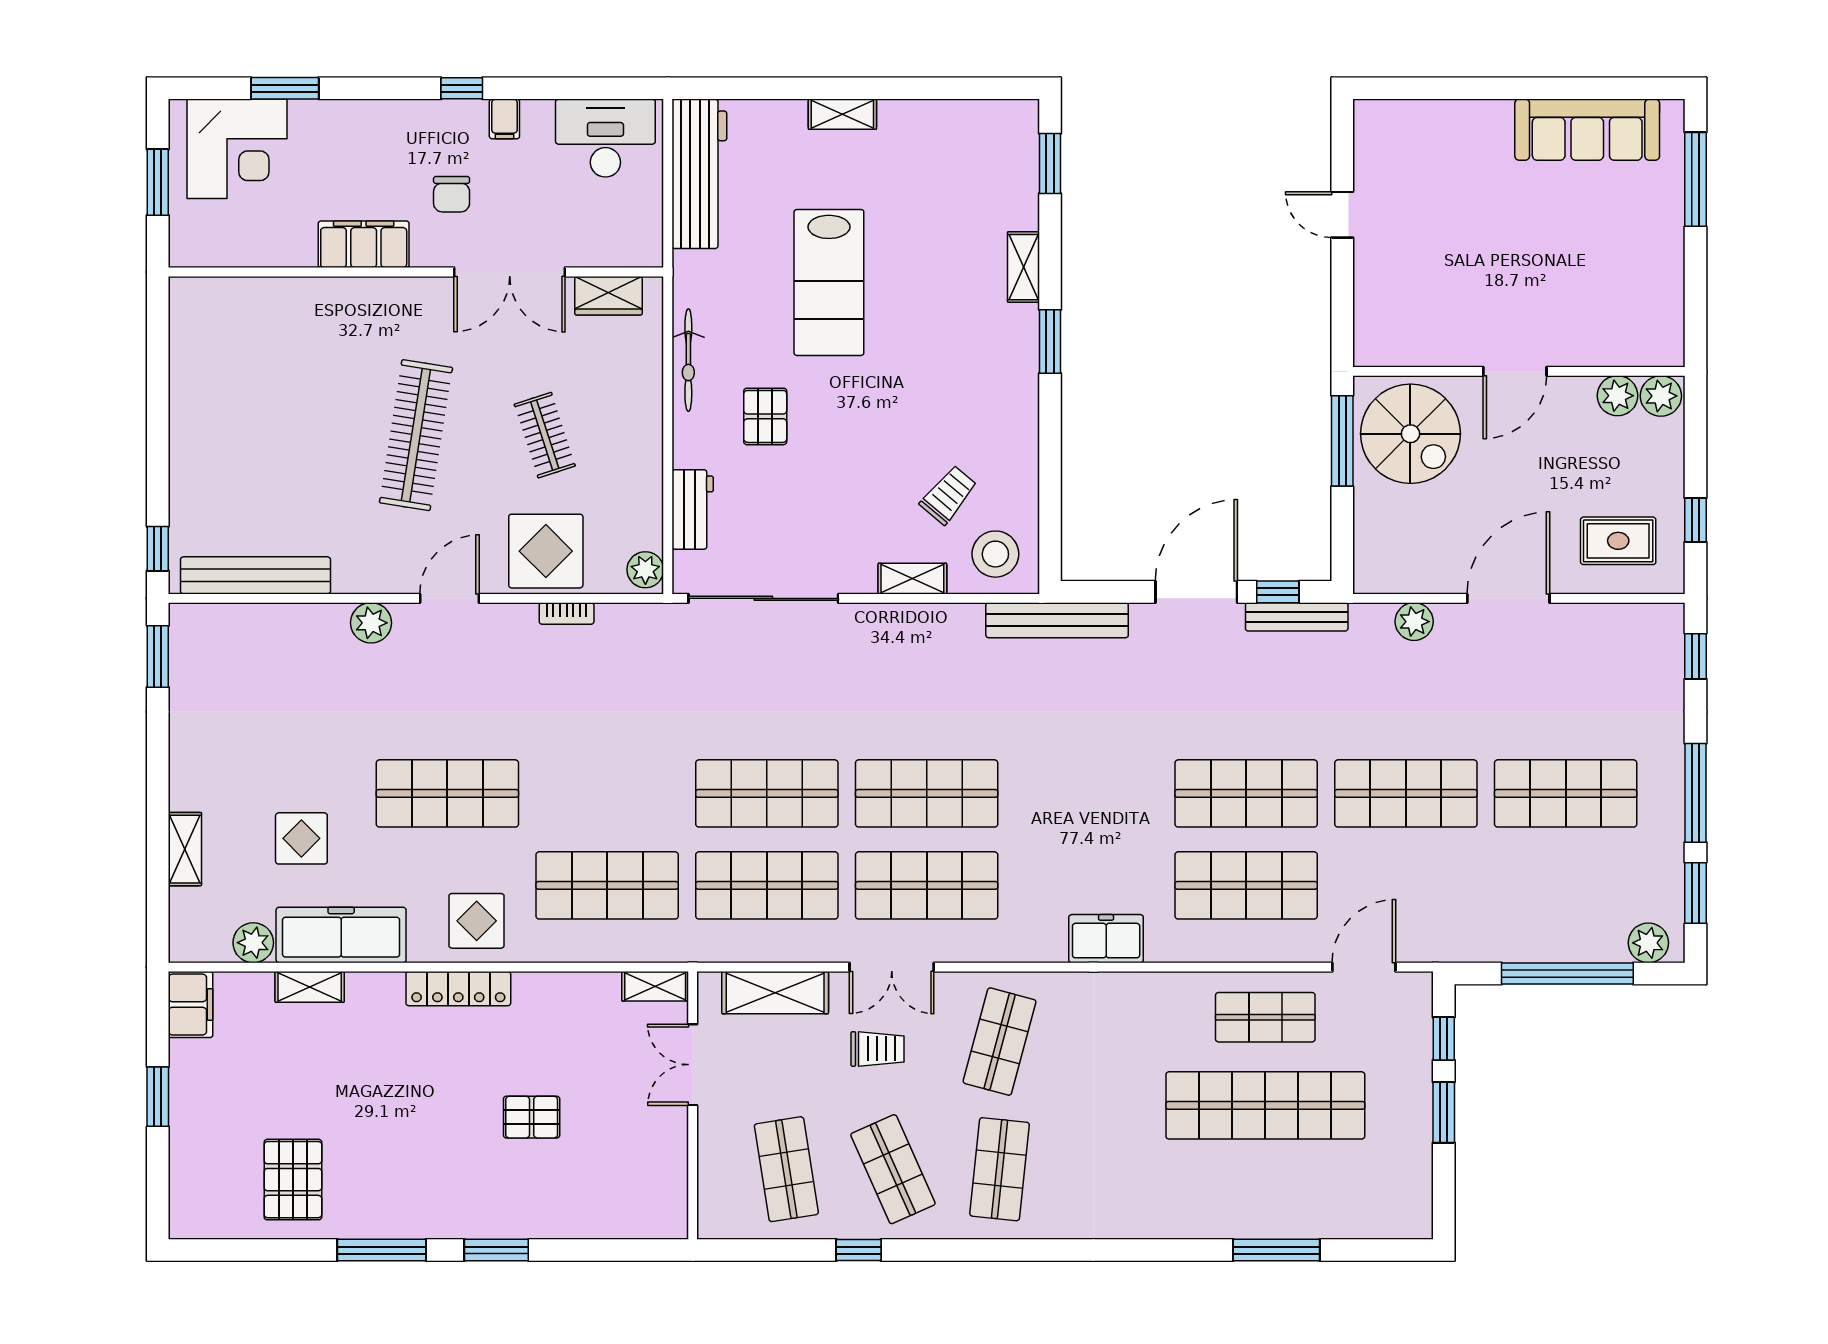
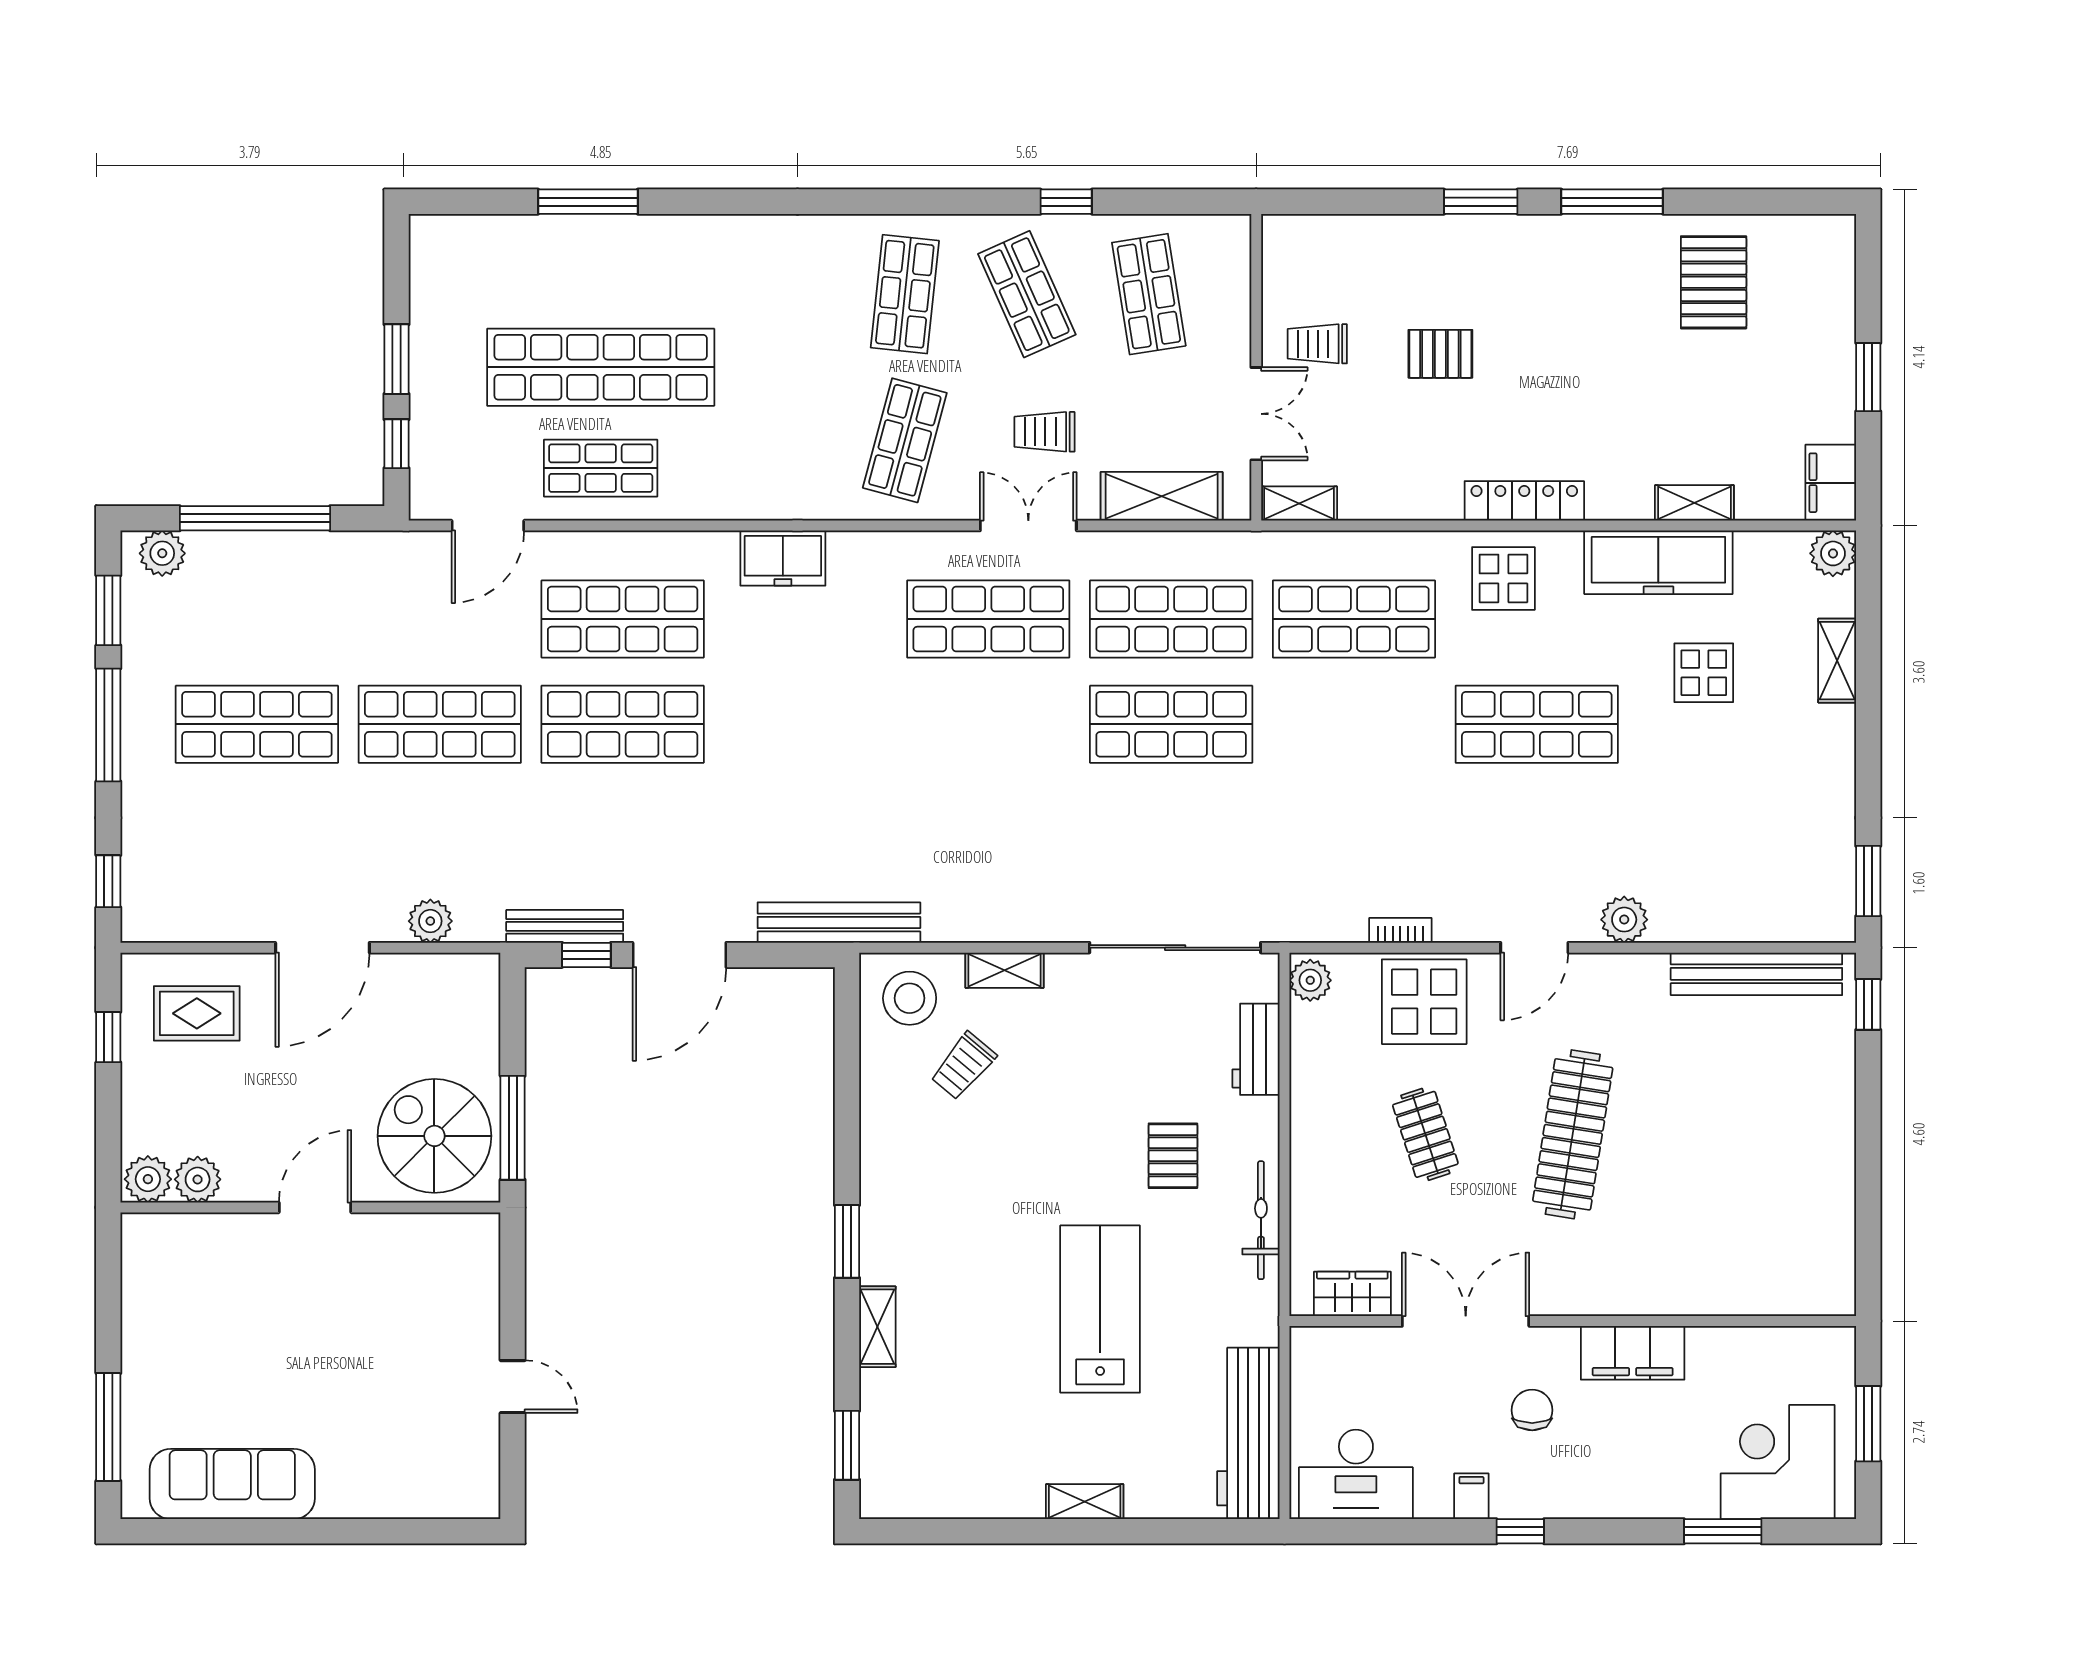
shop shelf: (927, 793) -> (988, 724), removed
plant: (253, 943) -> (1833, 553), moved
trolley: (639, 1126) -> (1317, 344), added

